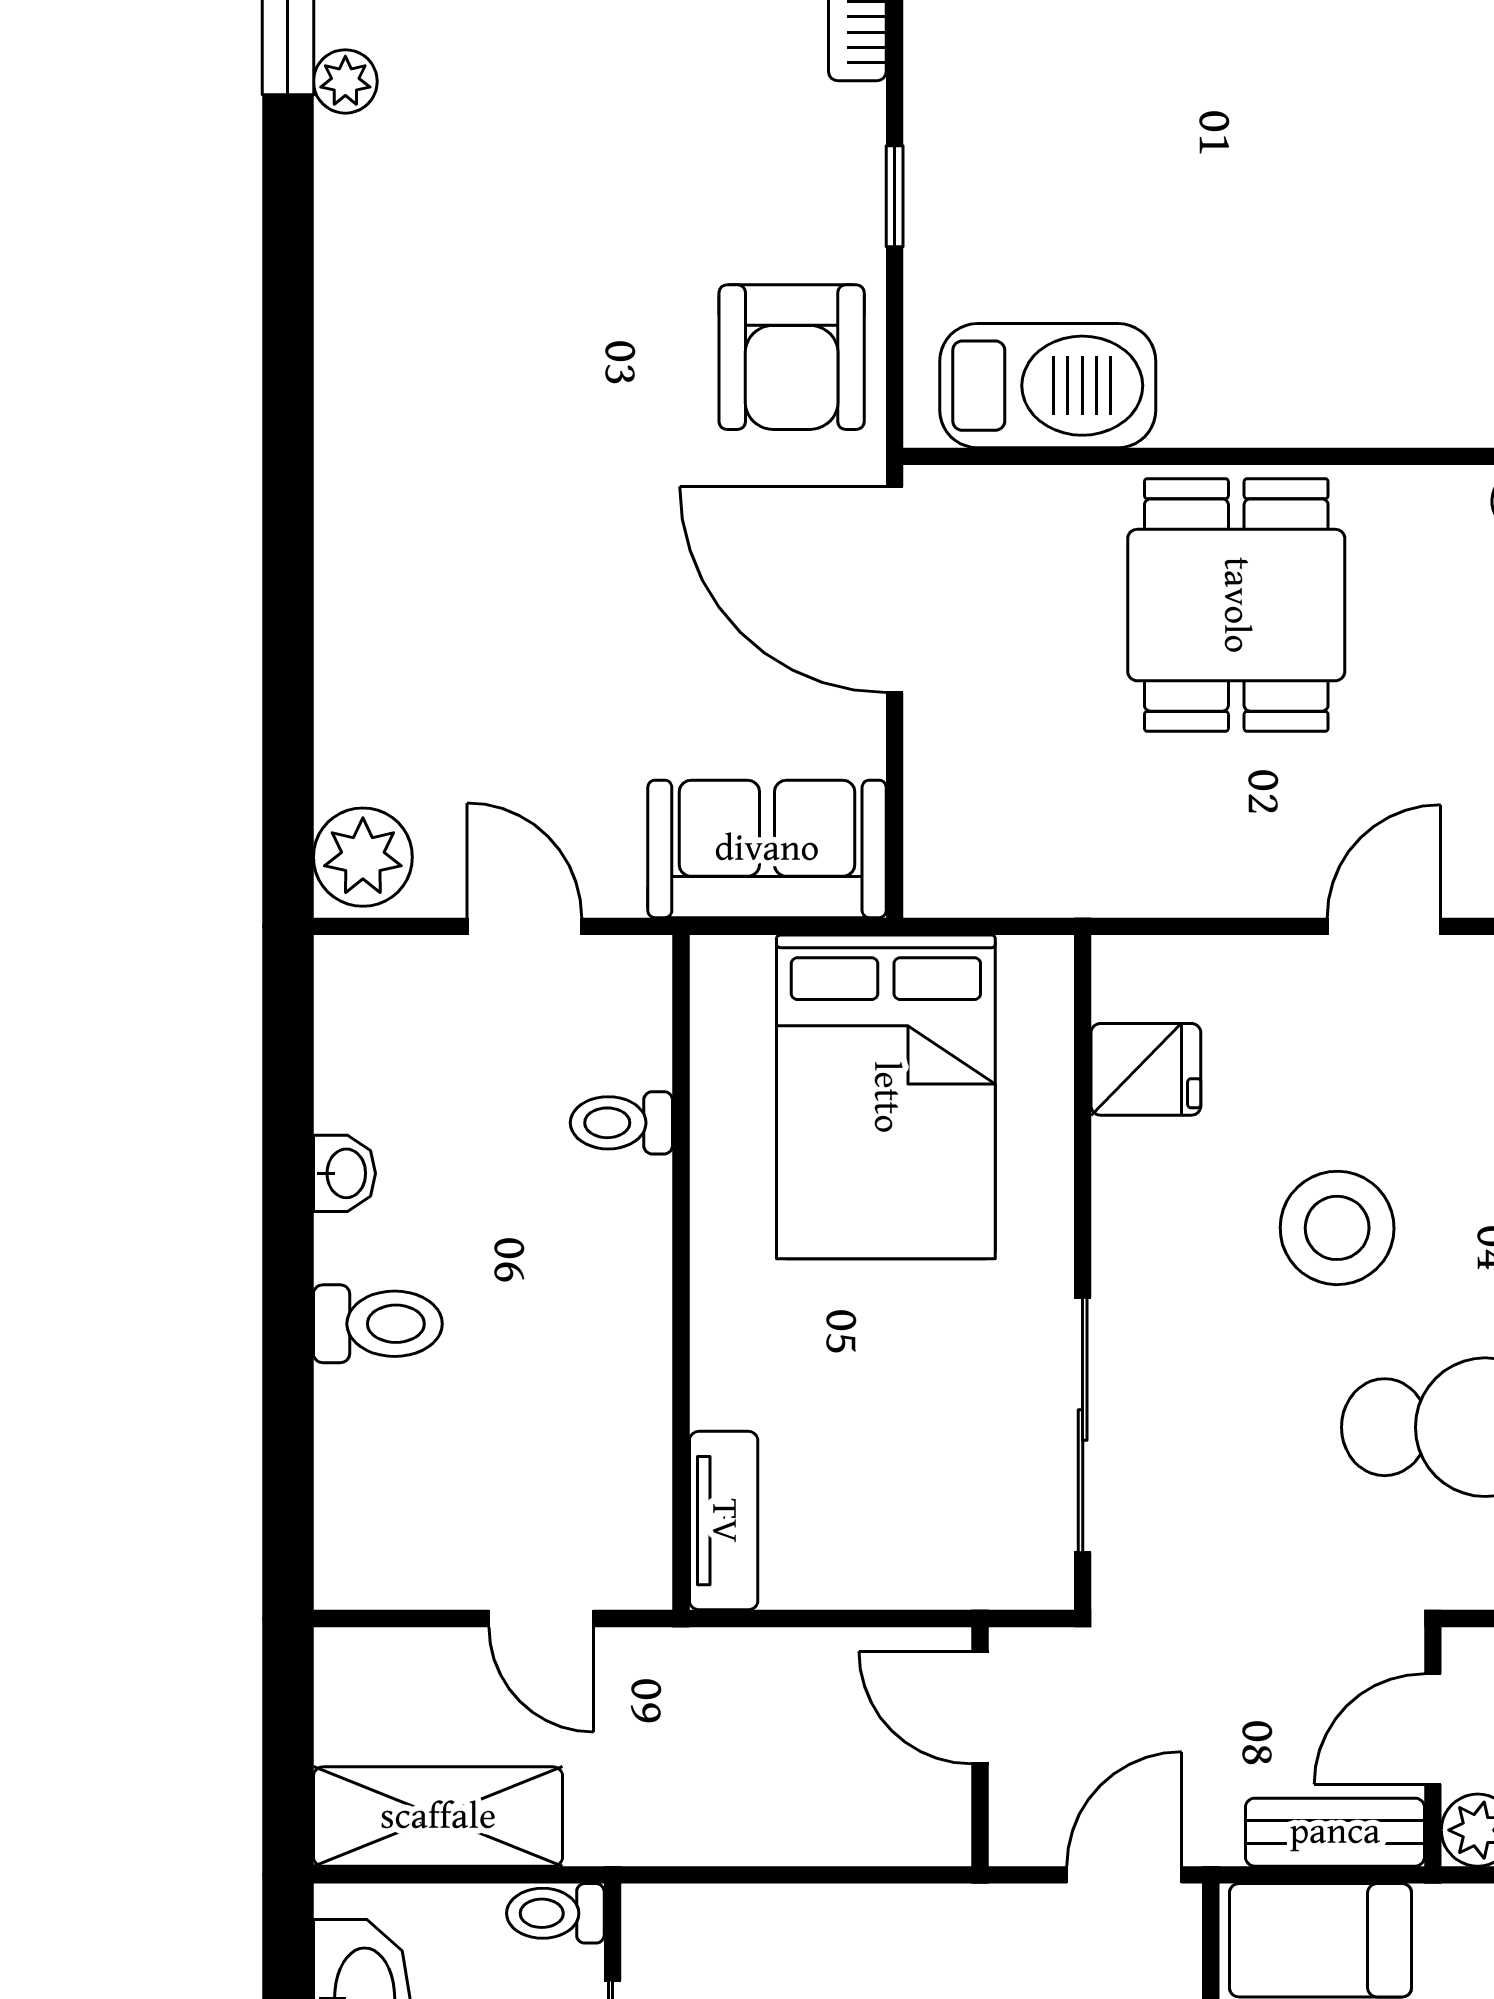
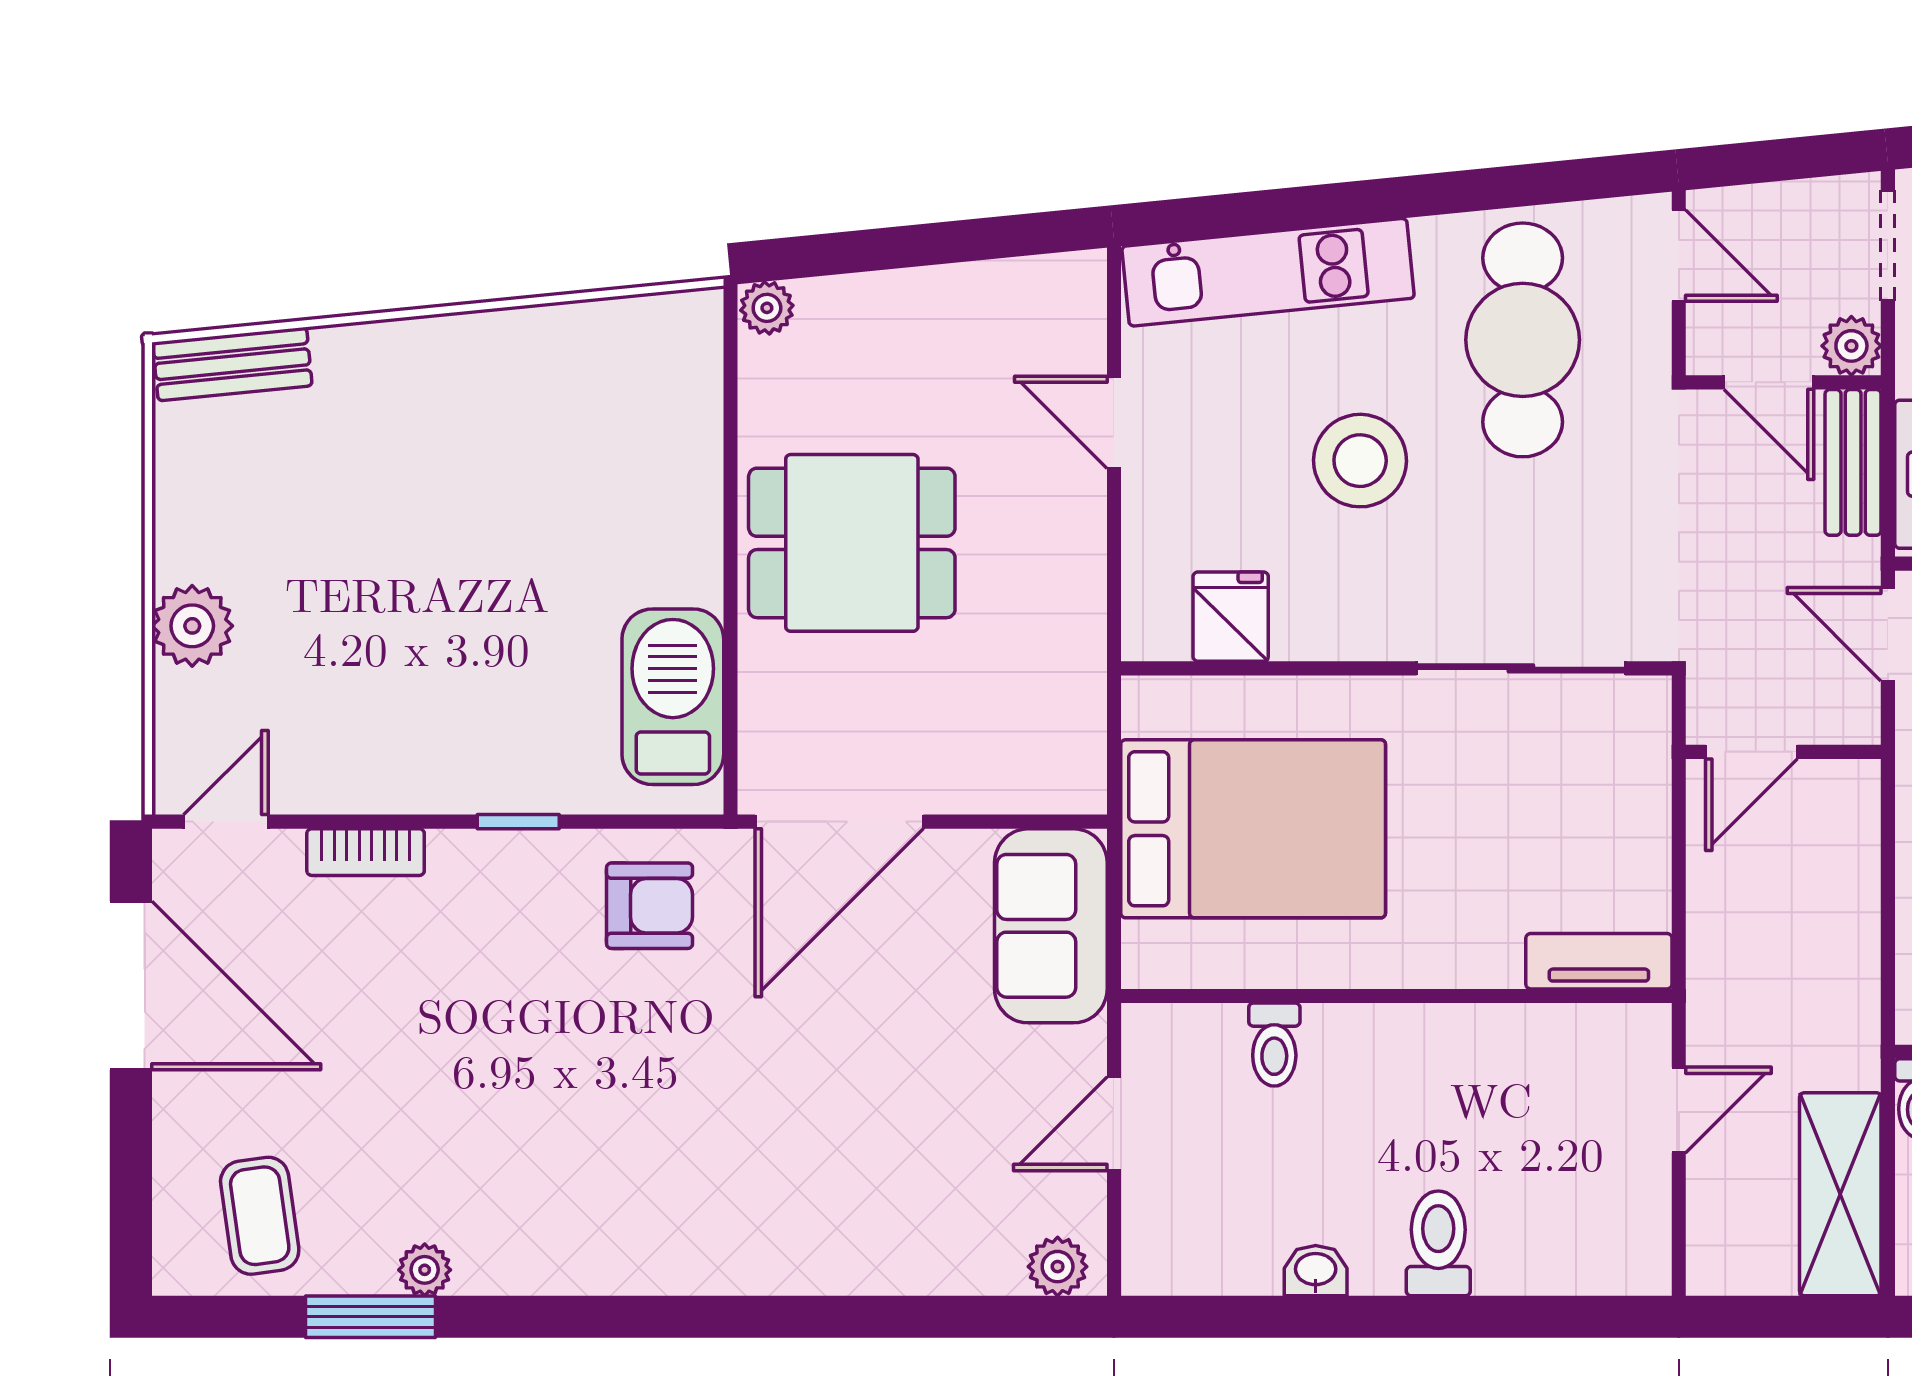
armchair: (792, 357) -> (650, 906), width x0.72, depth x0.72
plant: (363, 857) -> (1058, 1267), width x0.73, depth x0.73

